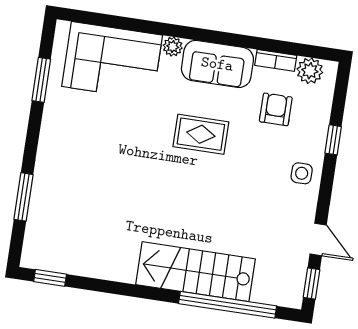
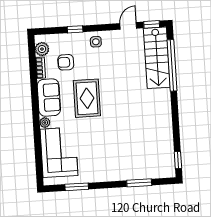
rug: (201, 134) -> (87, 98), width x1.36, depth x1.43
stairs: (195, 272) -> (157, 58), moved

